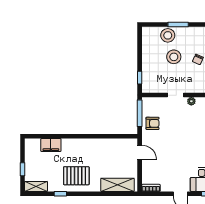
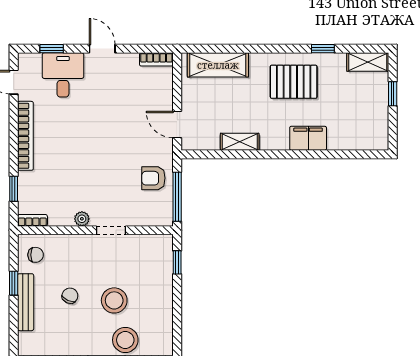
shelving: (106, 143) -> (240, 142), added
filing cabinet: (51, 145) -> (308, 138), moved

